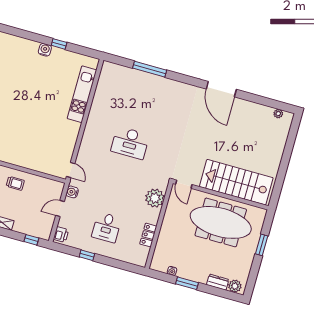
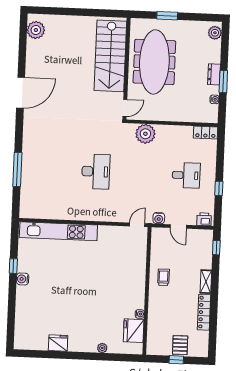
kitchen unit: (82, 94) -> (58, 231), width x1.36
plant: (278, 114) -> (36, 30), width x1.88, depth x1.88
locker: (148, 235) -> (205, 133), moved
dresser: (218, 282) -> (214, 74), moved

